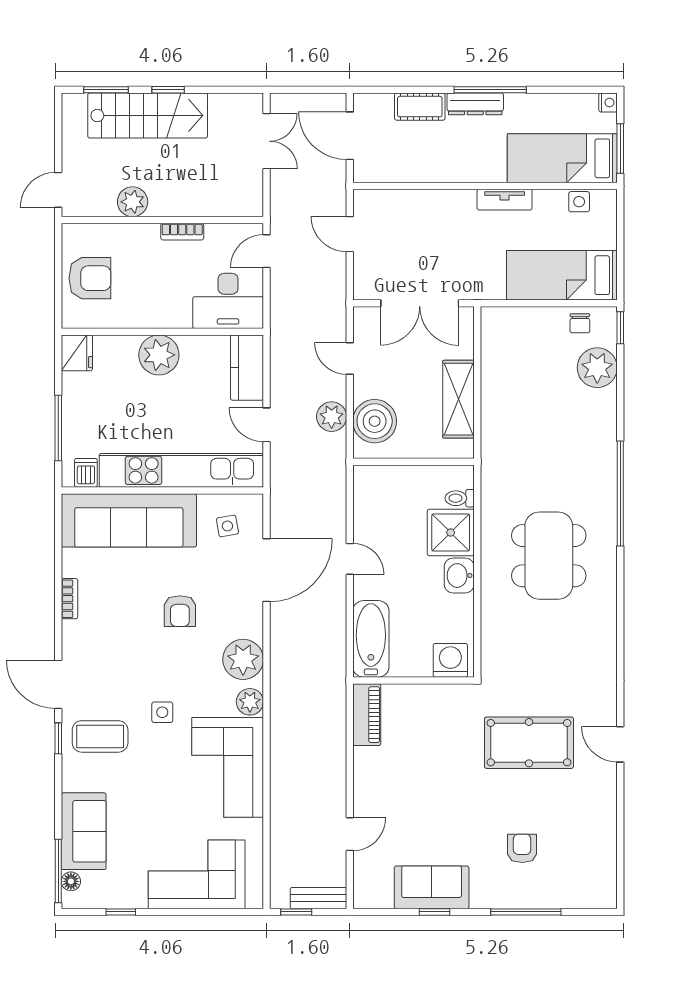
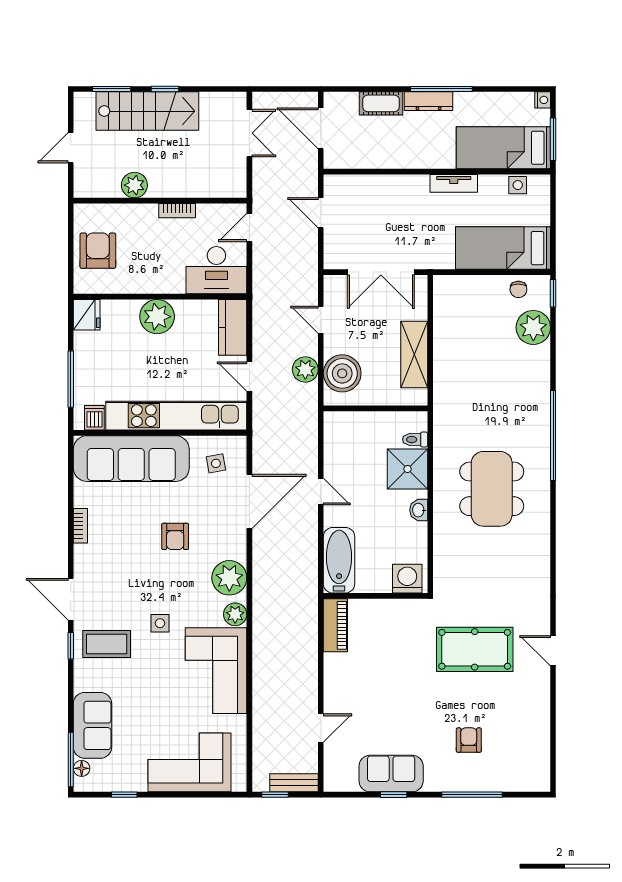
door: (58, 190) -> (71, 148), moved
armchair: (90, 278) -> (98, 251), turned -90
washbasin: (459, 576) -> (419, 510), width x0.72, depth x0.69

